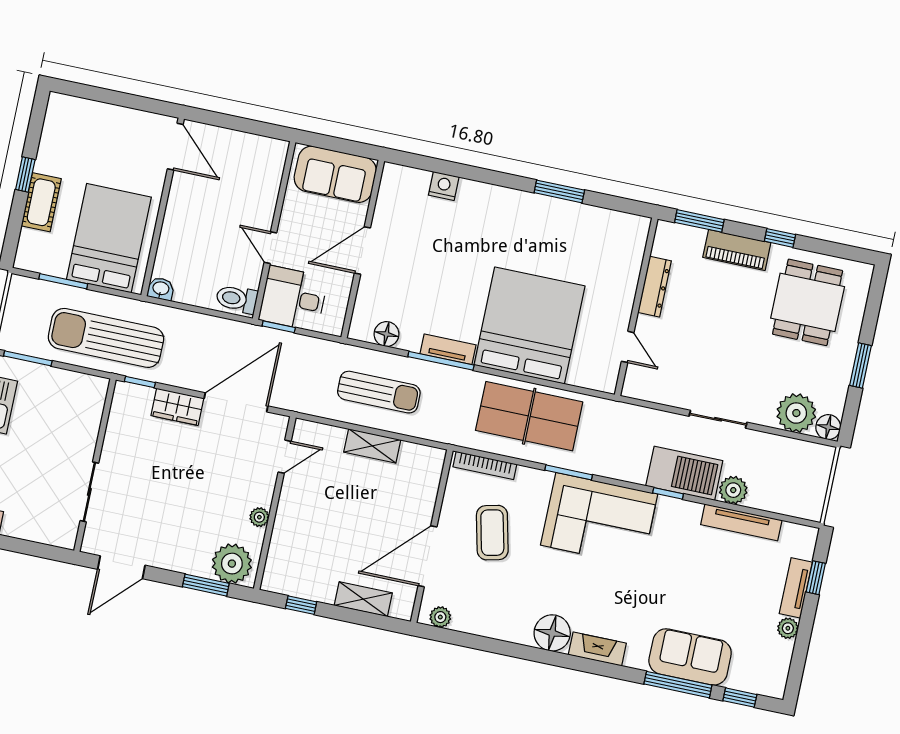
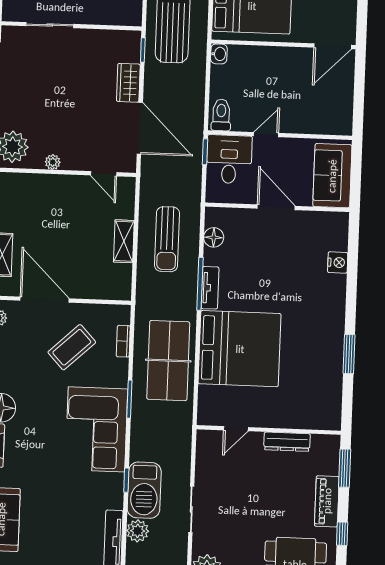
bookcase: (485, 465) -> (123, 341), width x0.64
coffee table: (492, 533) -> (72, 347), turned -30

